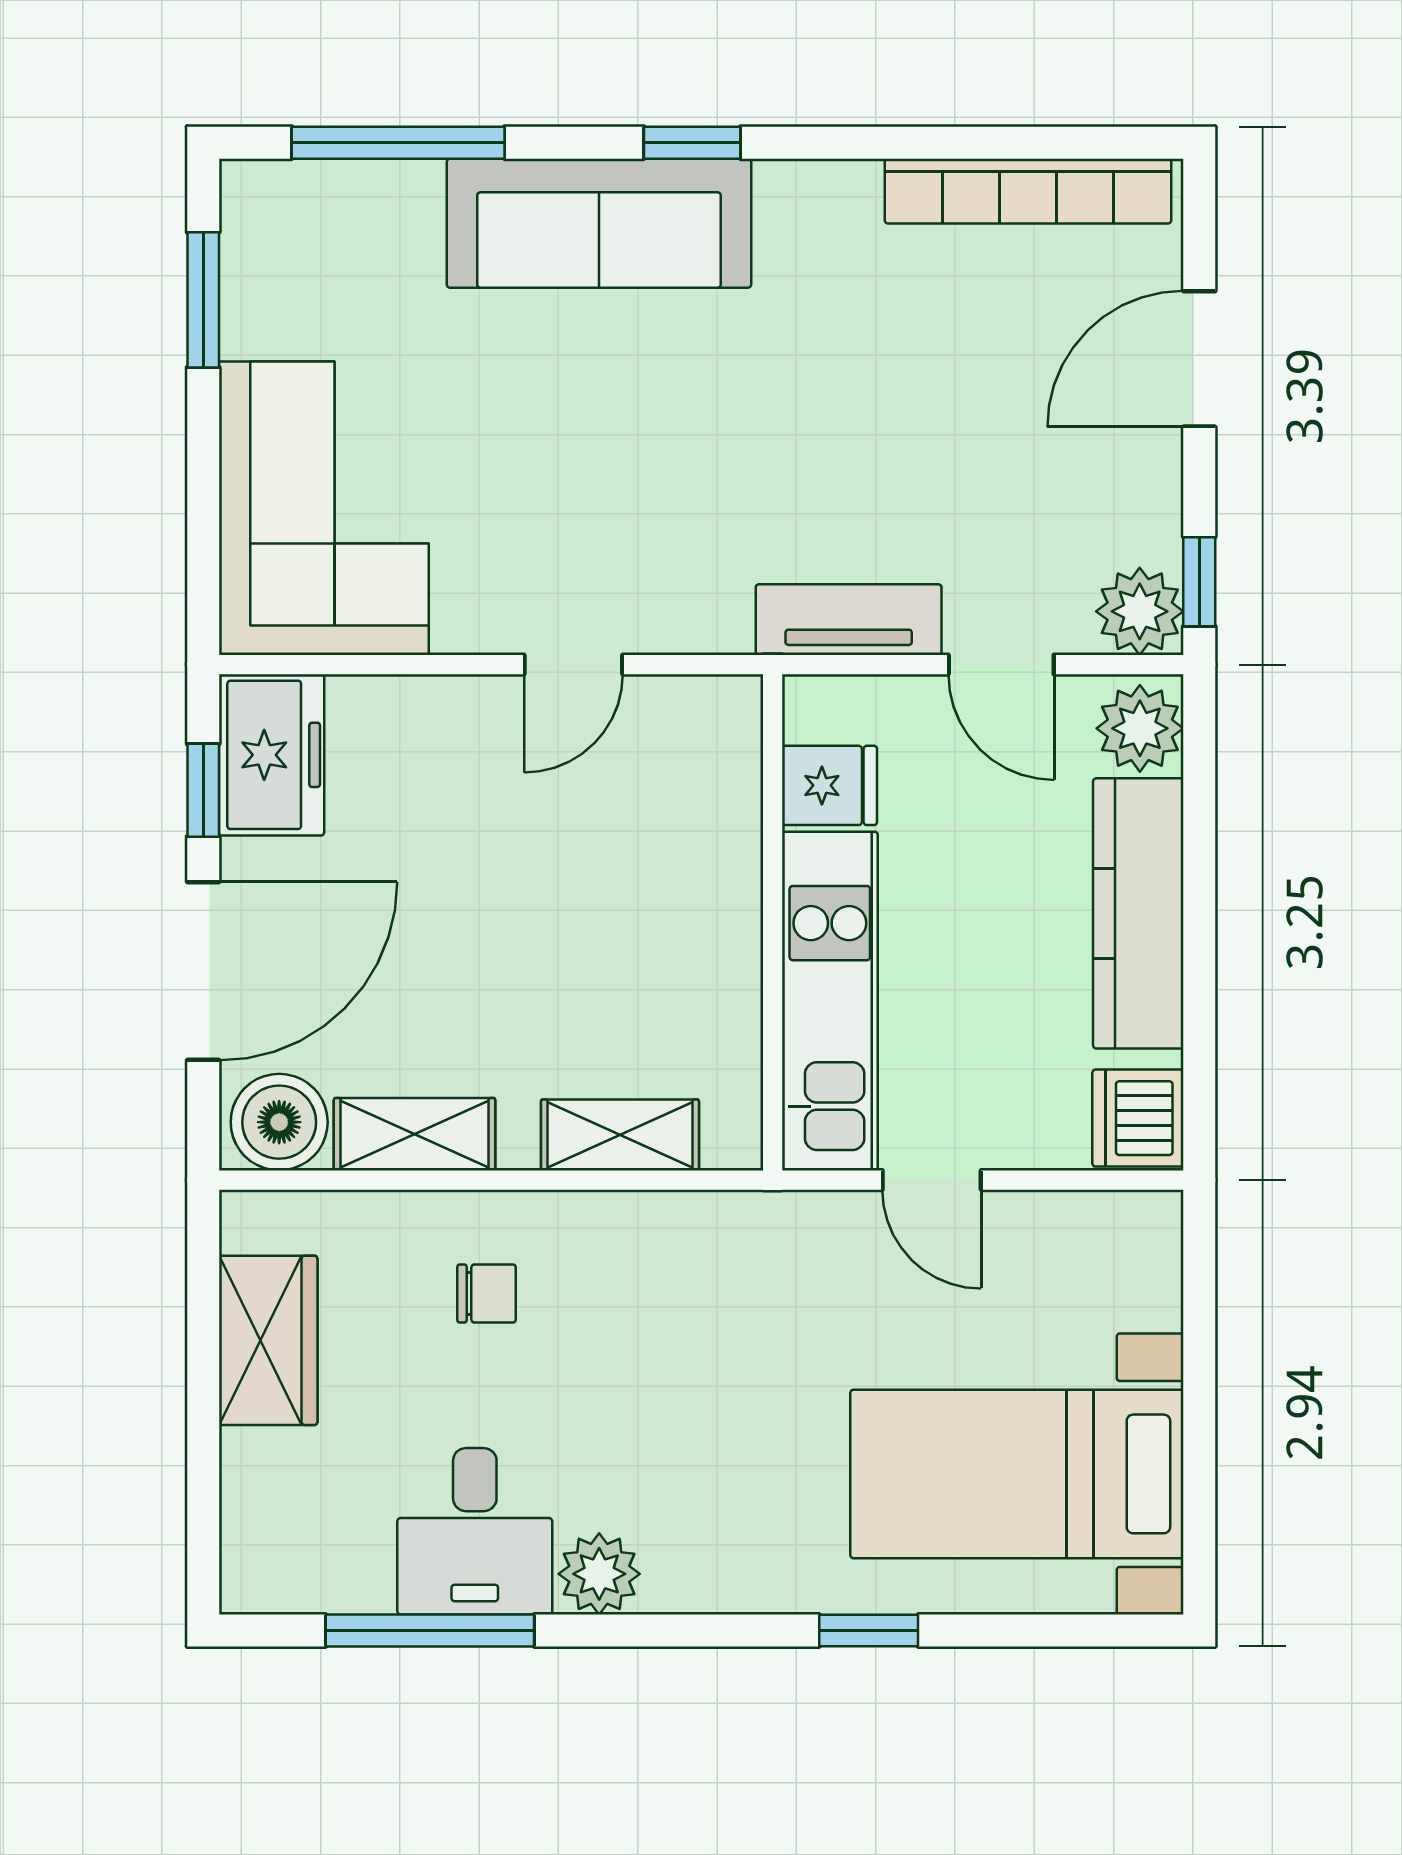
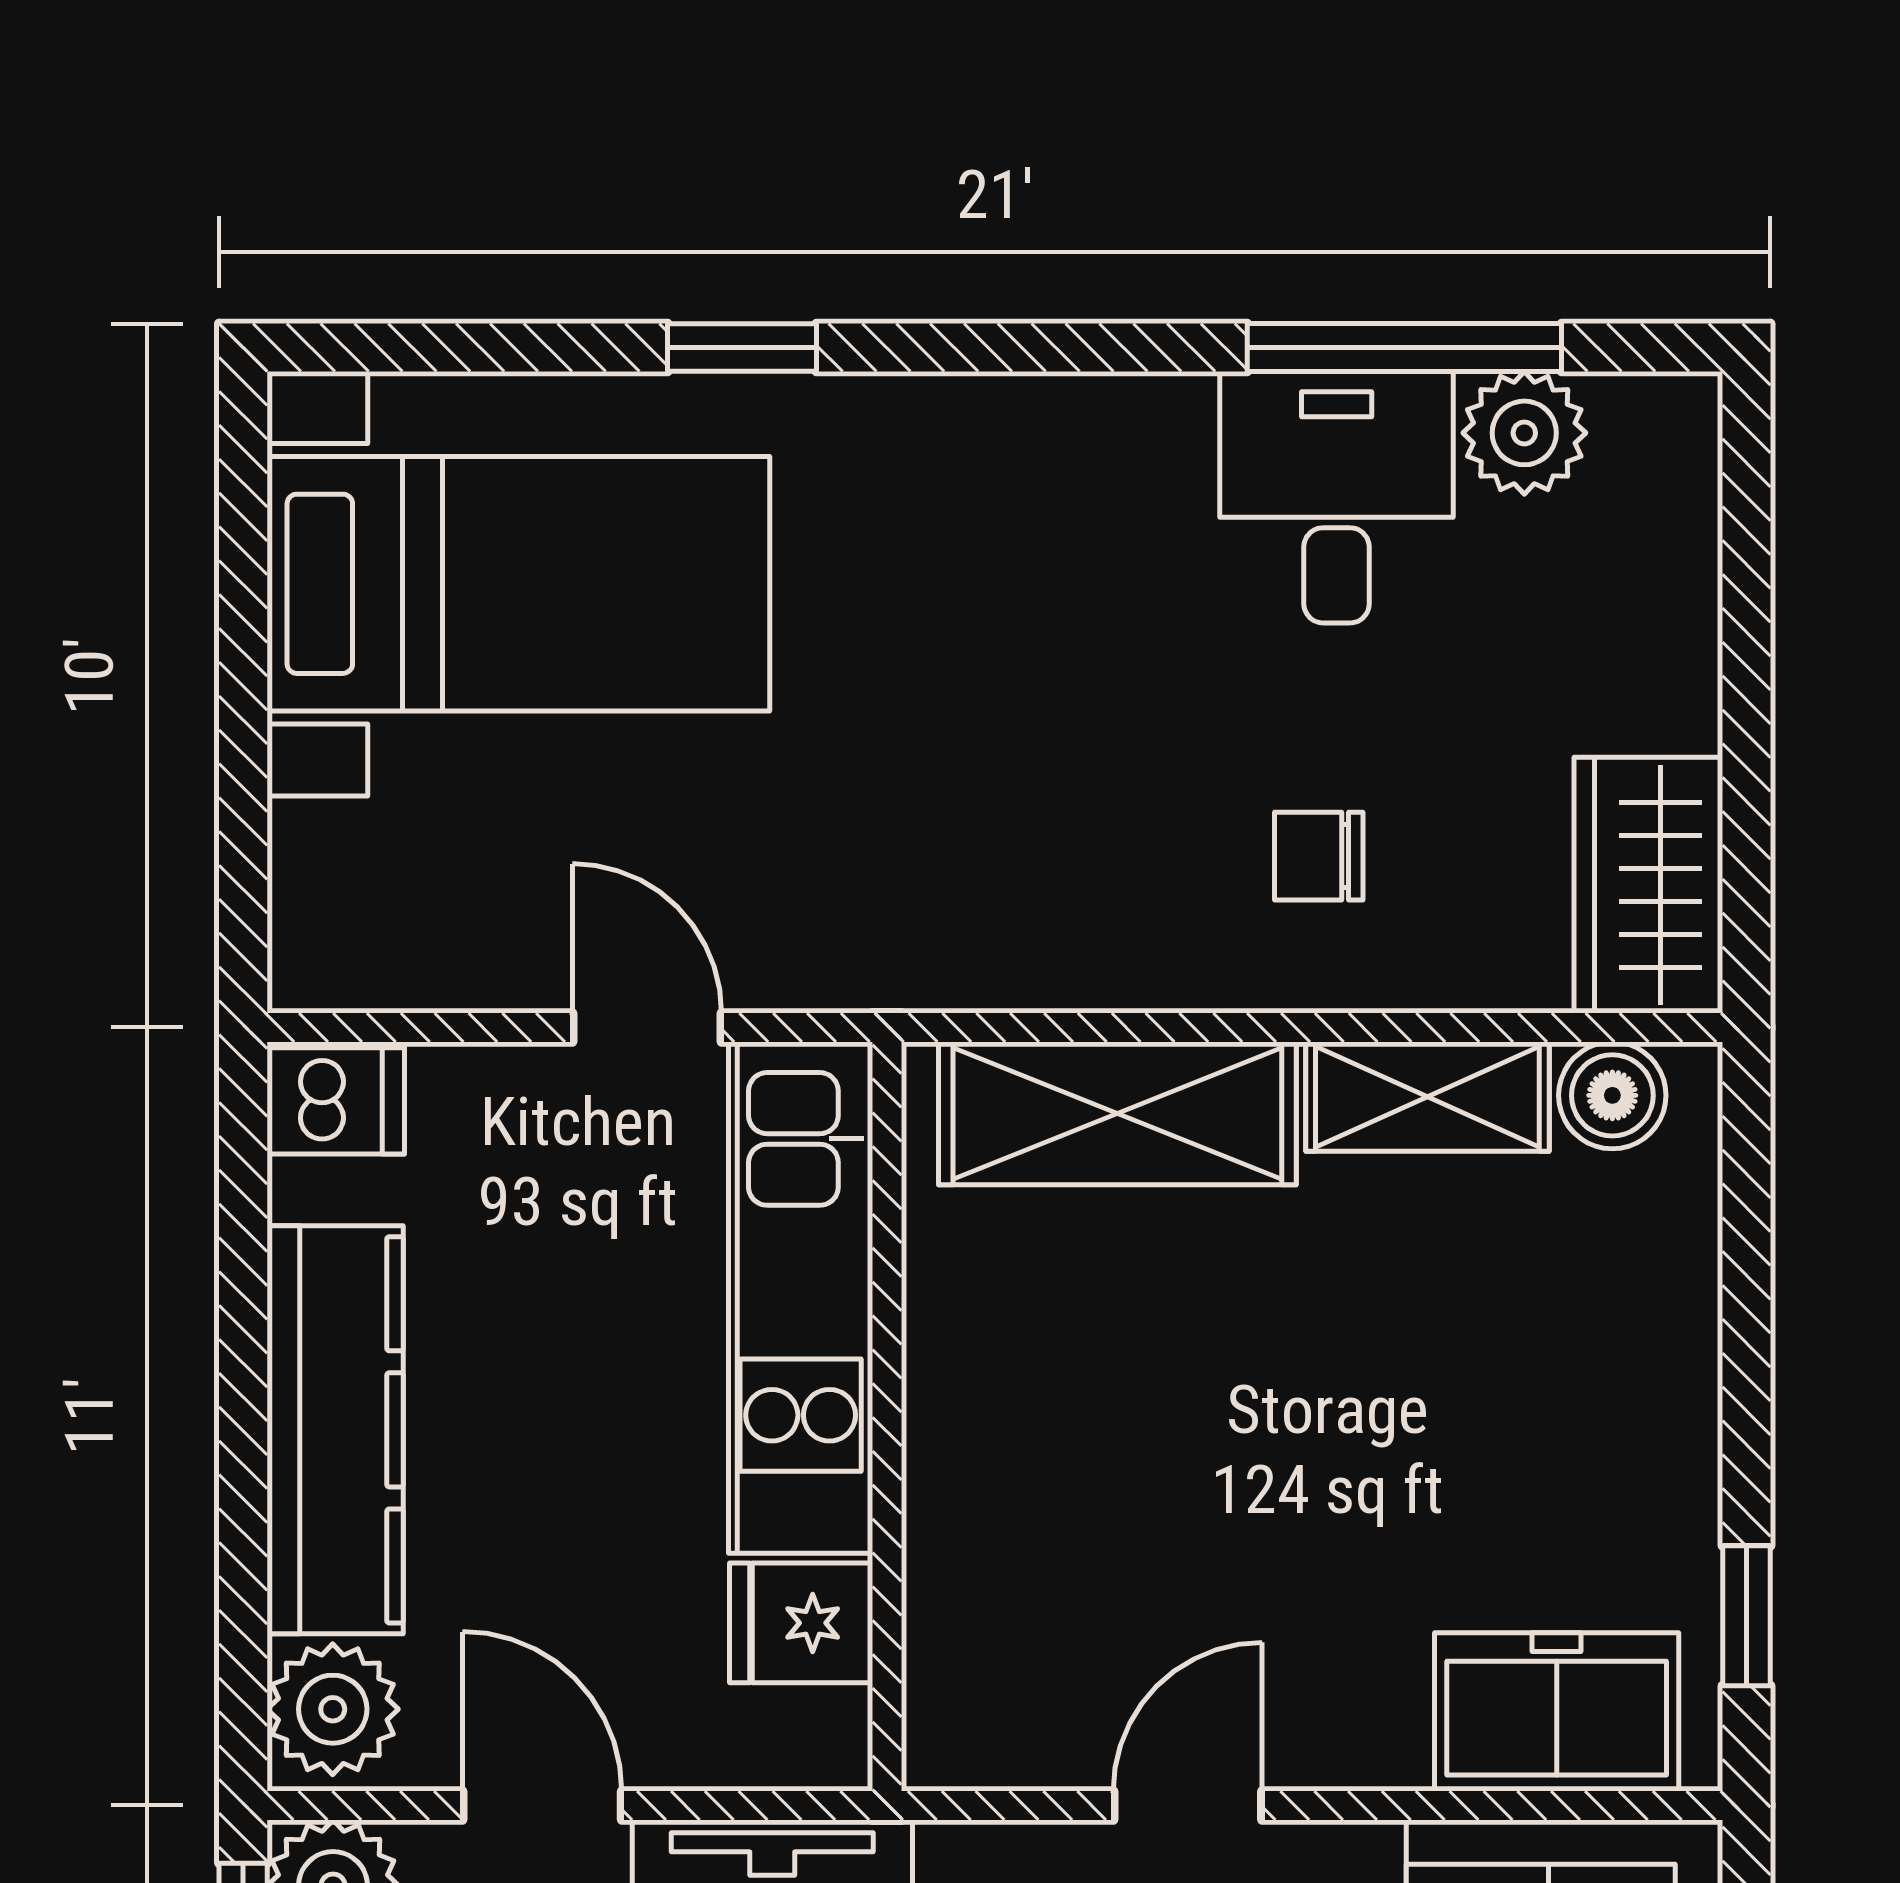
freezer: (272, 755) -> (1557, 1712), moved, turned 90
door: (203, 971) -> (1747, 1343), removed
dishwasher: (1138, 1118) -> (336, 1101), width x0.73
boiler: (279, 1122) -> (1612, 1095), width x0.73, depth x0.73
shelving: (620, 1135) -> (1117, 1113), width x1.50, depth x1.33
wardrobe: (268, 1340) -> (1648, 885), moved
plant: (599, 1574) -> (1524, 433), moved

